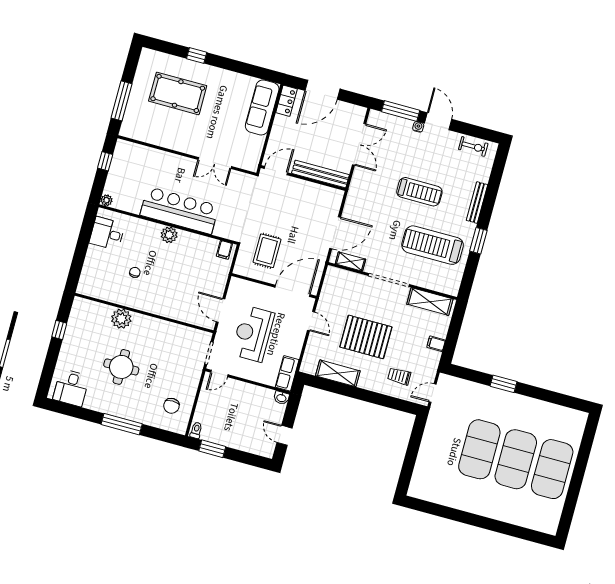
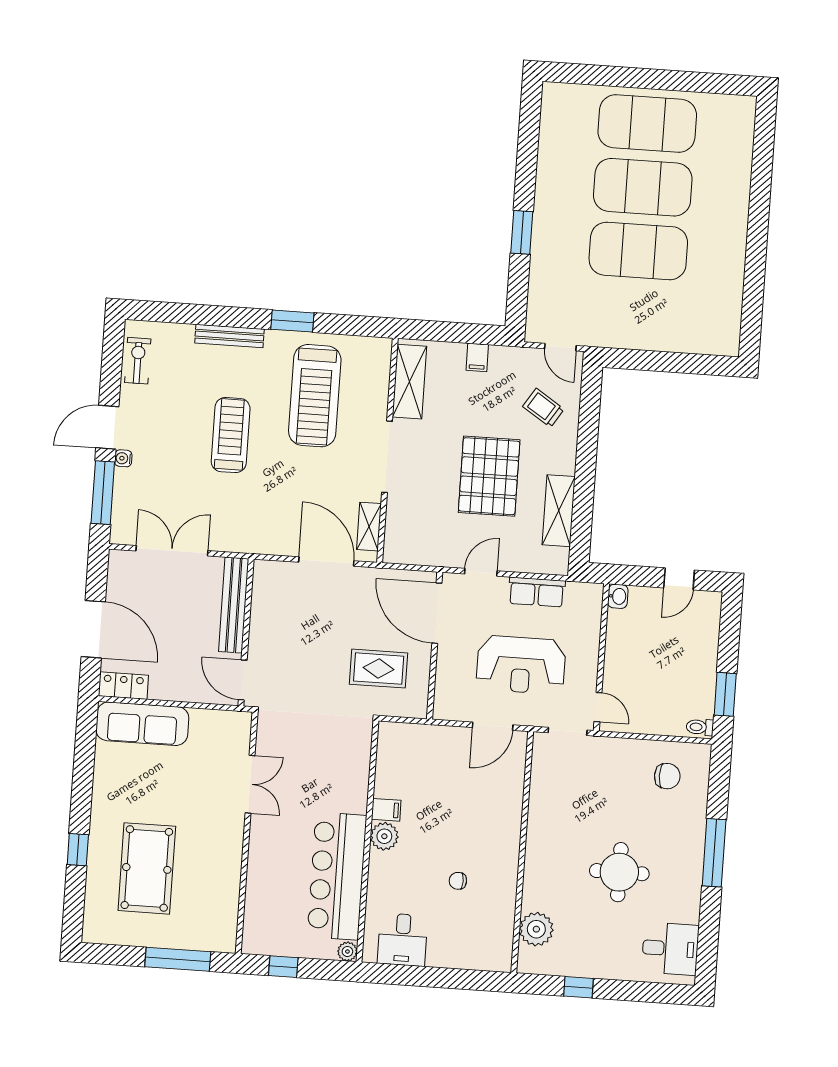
bar counter: (179, 210) -> (337, 876), moved
filing cabinet: (224, 250) -> (386, 810), moved
plant: (121, 319) -> (536, 929), moved
row of seats: (287, 373) -> (537, 592), moved
trolley: (399, 376) -> (543, 408), turned 123

